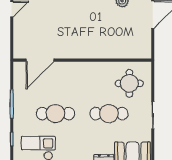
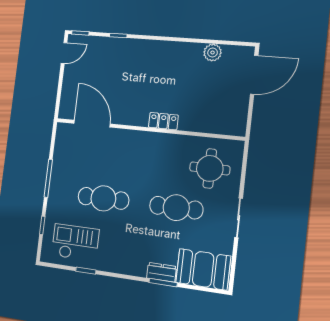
locker: (93, 53) -> (163, 121), added
door: (40, 60) -> (92, 124), swing flipped

